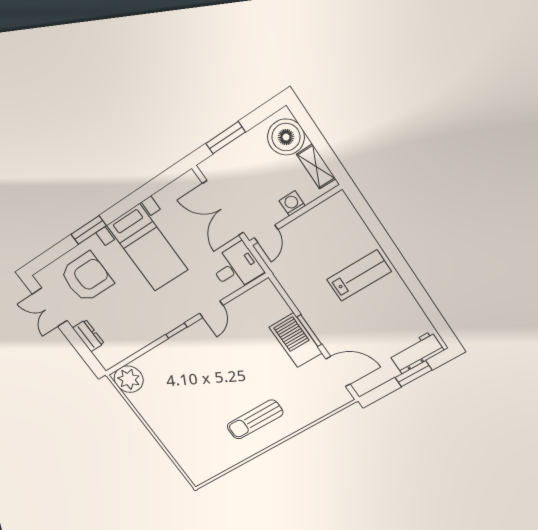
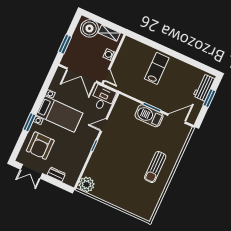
armchair: (86, 277) -> (40, 146), turned 180
door: (211, 309) -> (104, 125), swing flipped

